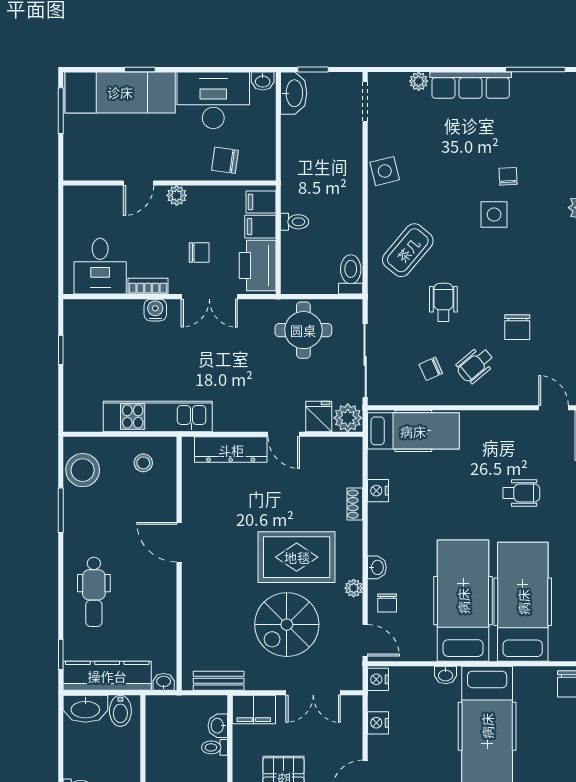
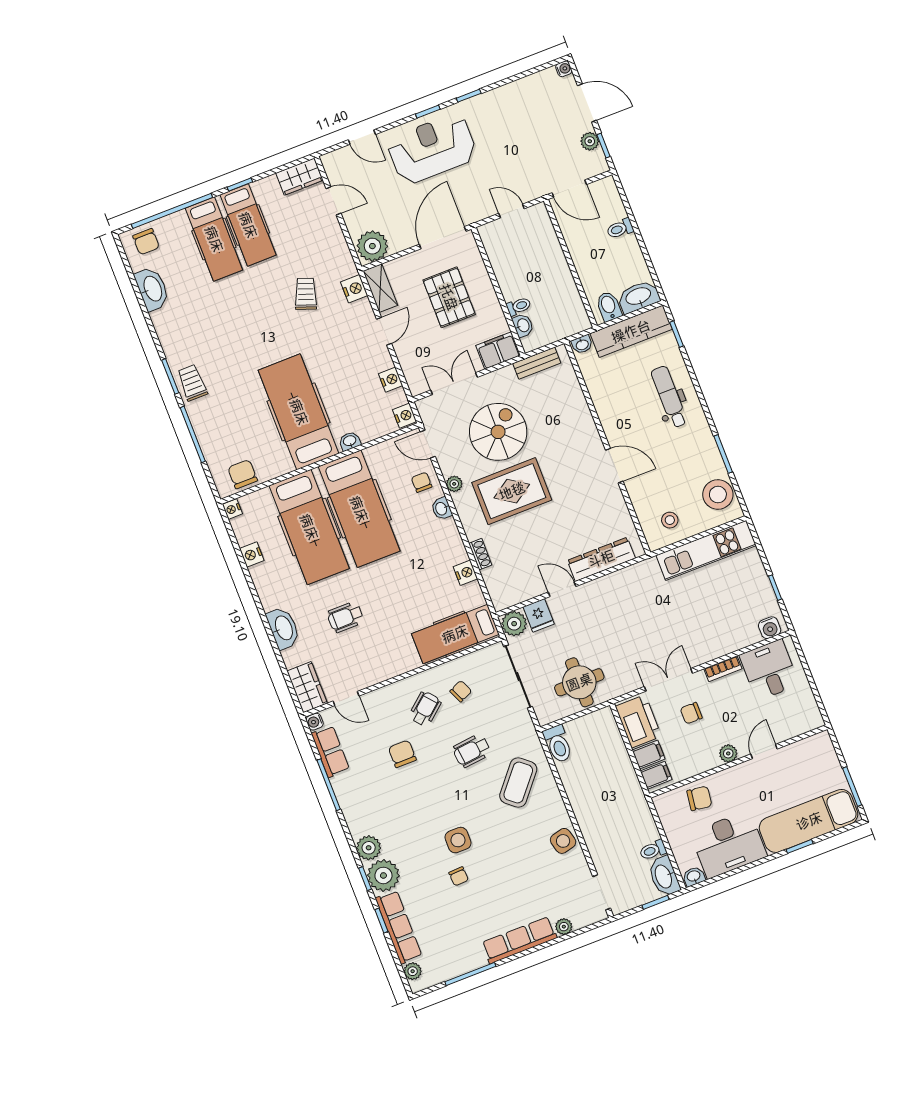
toilet: (295, 222) -> (653, 850), moved
wheelchair: (443, 302) -> (472, 751), turned 84
water cooler: (155, 310) -> (770, 628), moved
kitchen unit: (158, 417) -> (706, 550), moved

